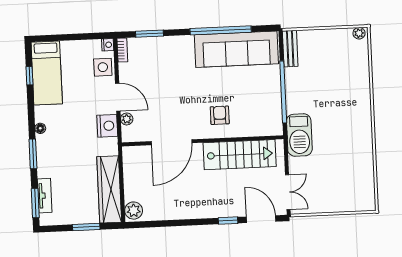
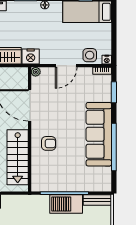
sofa: (236, 49) -> (99, 134), moved
plant: (127, 119) -> (36, 72), moved
nightstand: (107, 126) -> (31, 57), moved
barbecue: (299, 135) -> (66, 204), moved

